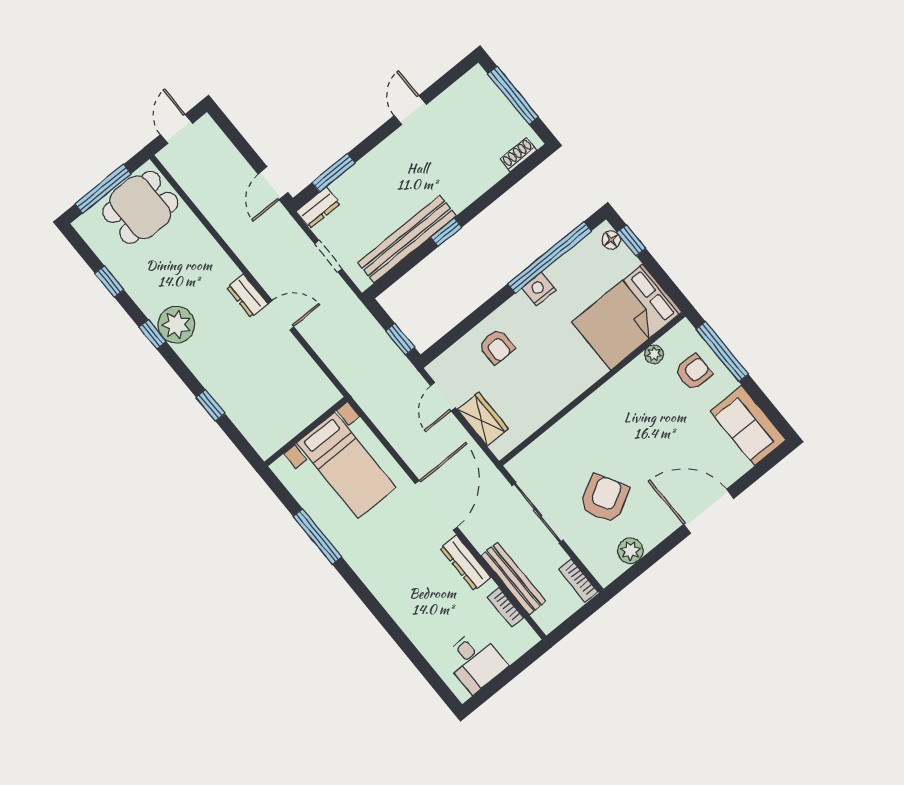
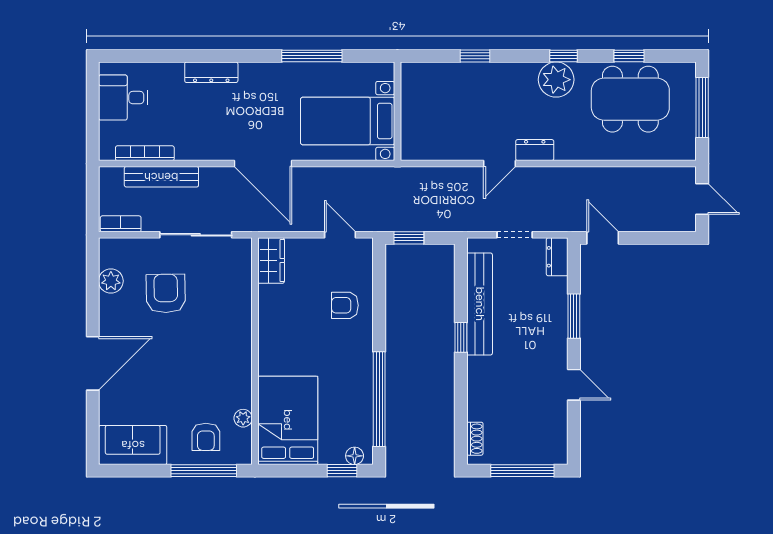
window: (334, 173) -> (574, 316), moved
dining table: (140, 207) -> (630, 99), moved, width x1.38
nightstand: (539, 289) -> (362, 372), removed
wardrobe: (483, 419) -> (271, 261), moved, turned -90
armchair: (604, 498) -> (166, 293), turned -152
dresser: (465, 563) -> (211, 72), moved, turned 180
bookcase: (505, 607) -> (145, 153), width x1.56

